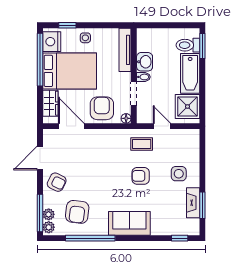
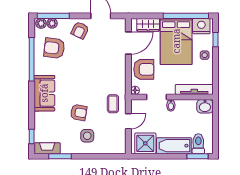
washbasin: (145, 62) -> (205, 106), moved
armchair: (141, 176) -> (79, 112), moved, turned 100
fireplace: (193, 203) -> (47, 148), moved

